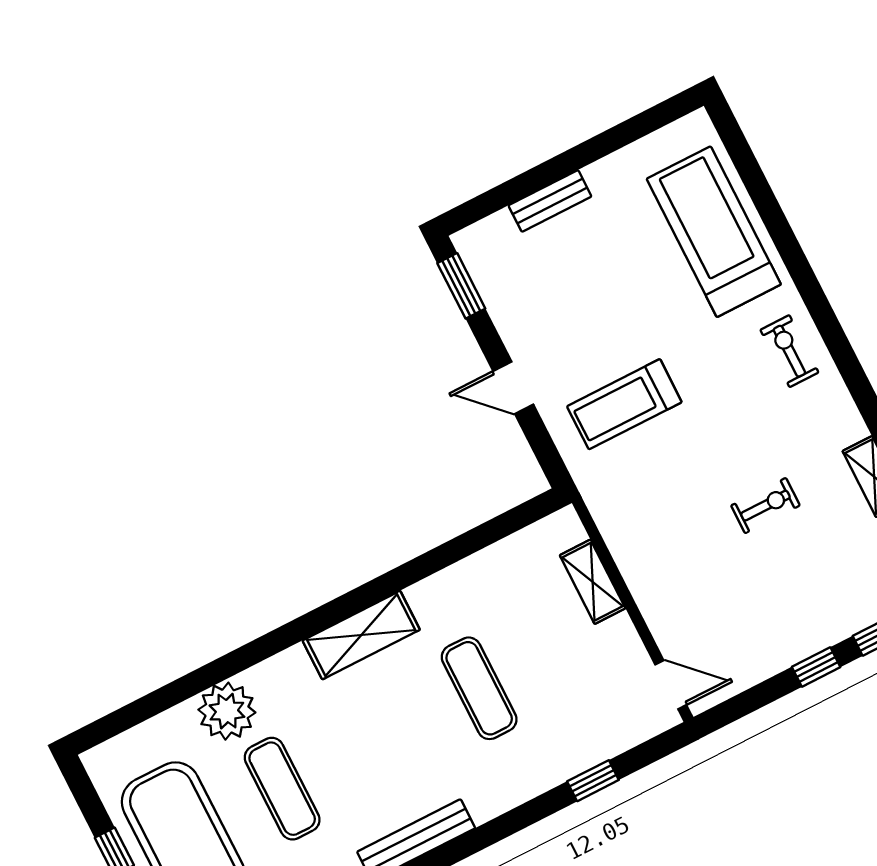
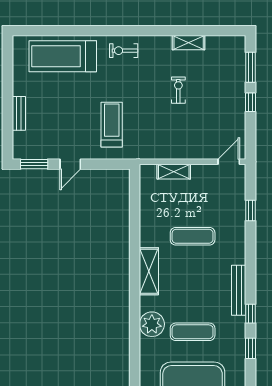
door: (513, 388) -> (70, 164), moved
treadmill: (624, 404) -> (112, 125), turned 180
plant: (227, 711) -> (152, 324), moved

